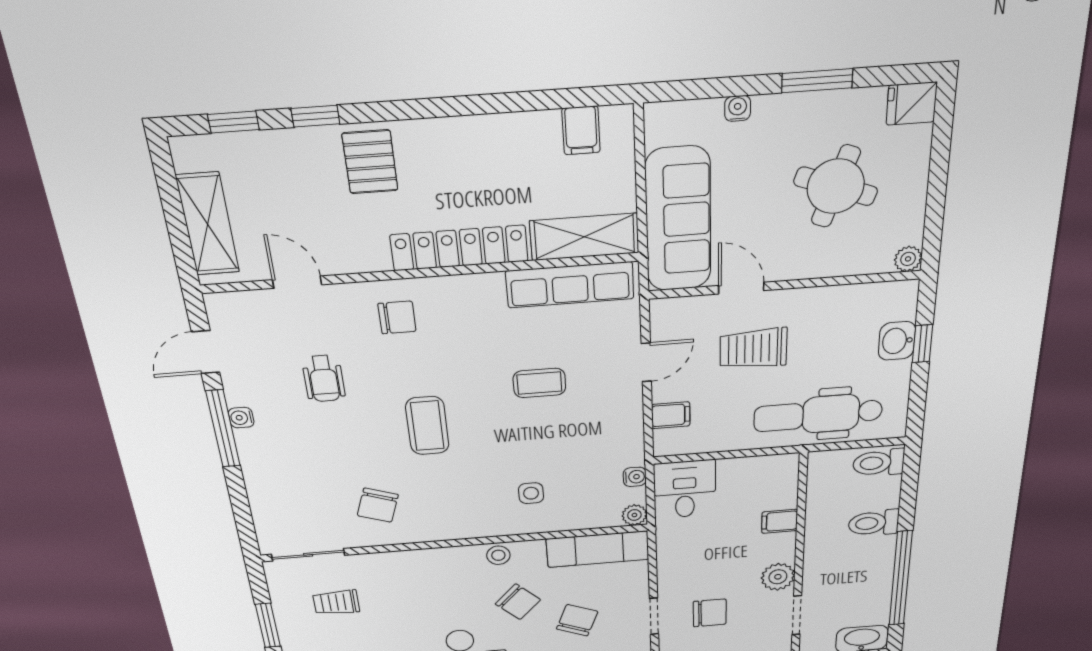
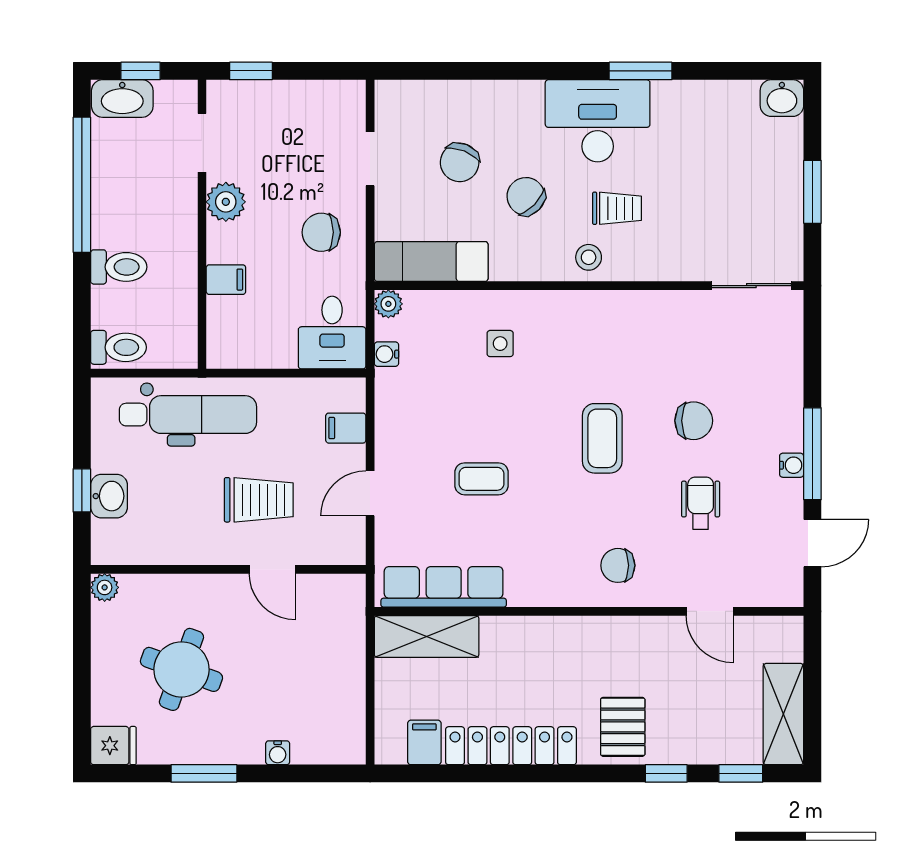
sofa: (678, 220) -> (335, 647), removed
shelving: (208, 224) -> (783, 714), moved
locker: (459, 248) -> (511, 746), moved, turned 180
chair: (378, 505) -> (694, 421), moved, turned 71
stool: (498, 555) -> (589, 257), moved
trolley: (336, 602) -> (617, 208), moved
chair: (710, 613) -> (321, 232), moved

